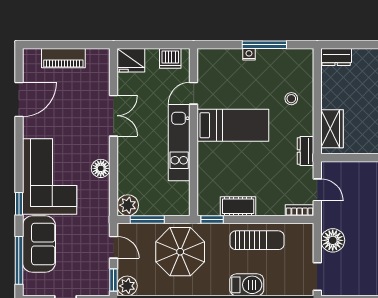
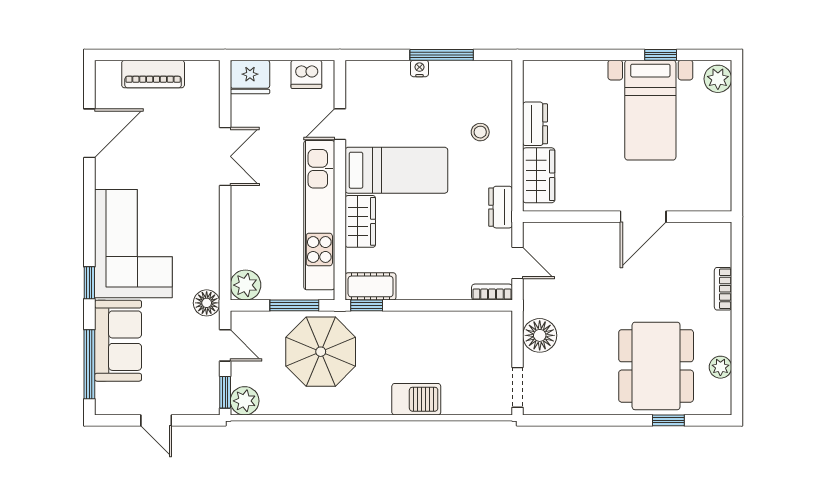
dresser: (336, 57) -> (535, 124), moved, turned -90
kitchen unit: (179, 143) -> (319, 215), width x1.36
wardrobe: (208, 161) -> (360, 221), added
floor lamp: (101, 168) -> (207, 303), moved
cot: (238, 206) -> (371, 286), moved
window: (147, 219) -> (294, 305), moved
sun lounger: (257, 240) -> (431, 335), removed

